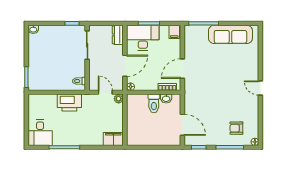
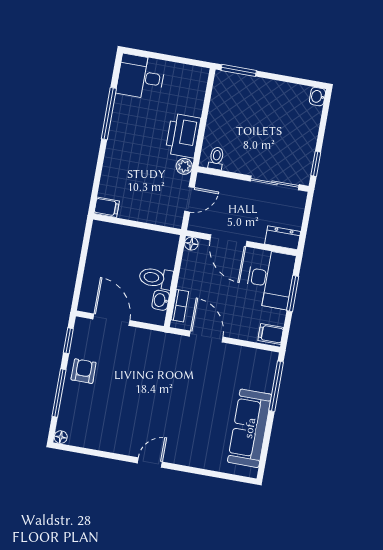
plant: (119, 99) -> (184, 166), moved
door: (182, 125) -> (111, 320), swing flipped
armchair: (236, 128) -> (84, 371), moved
filing cabinet: (113, 139) -> (107, 207), width x0.50

